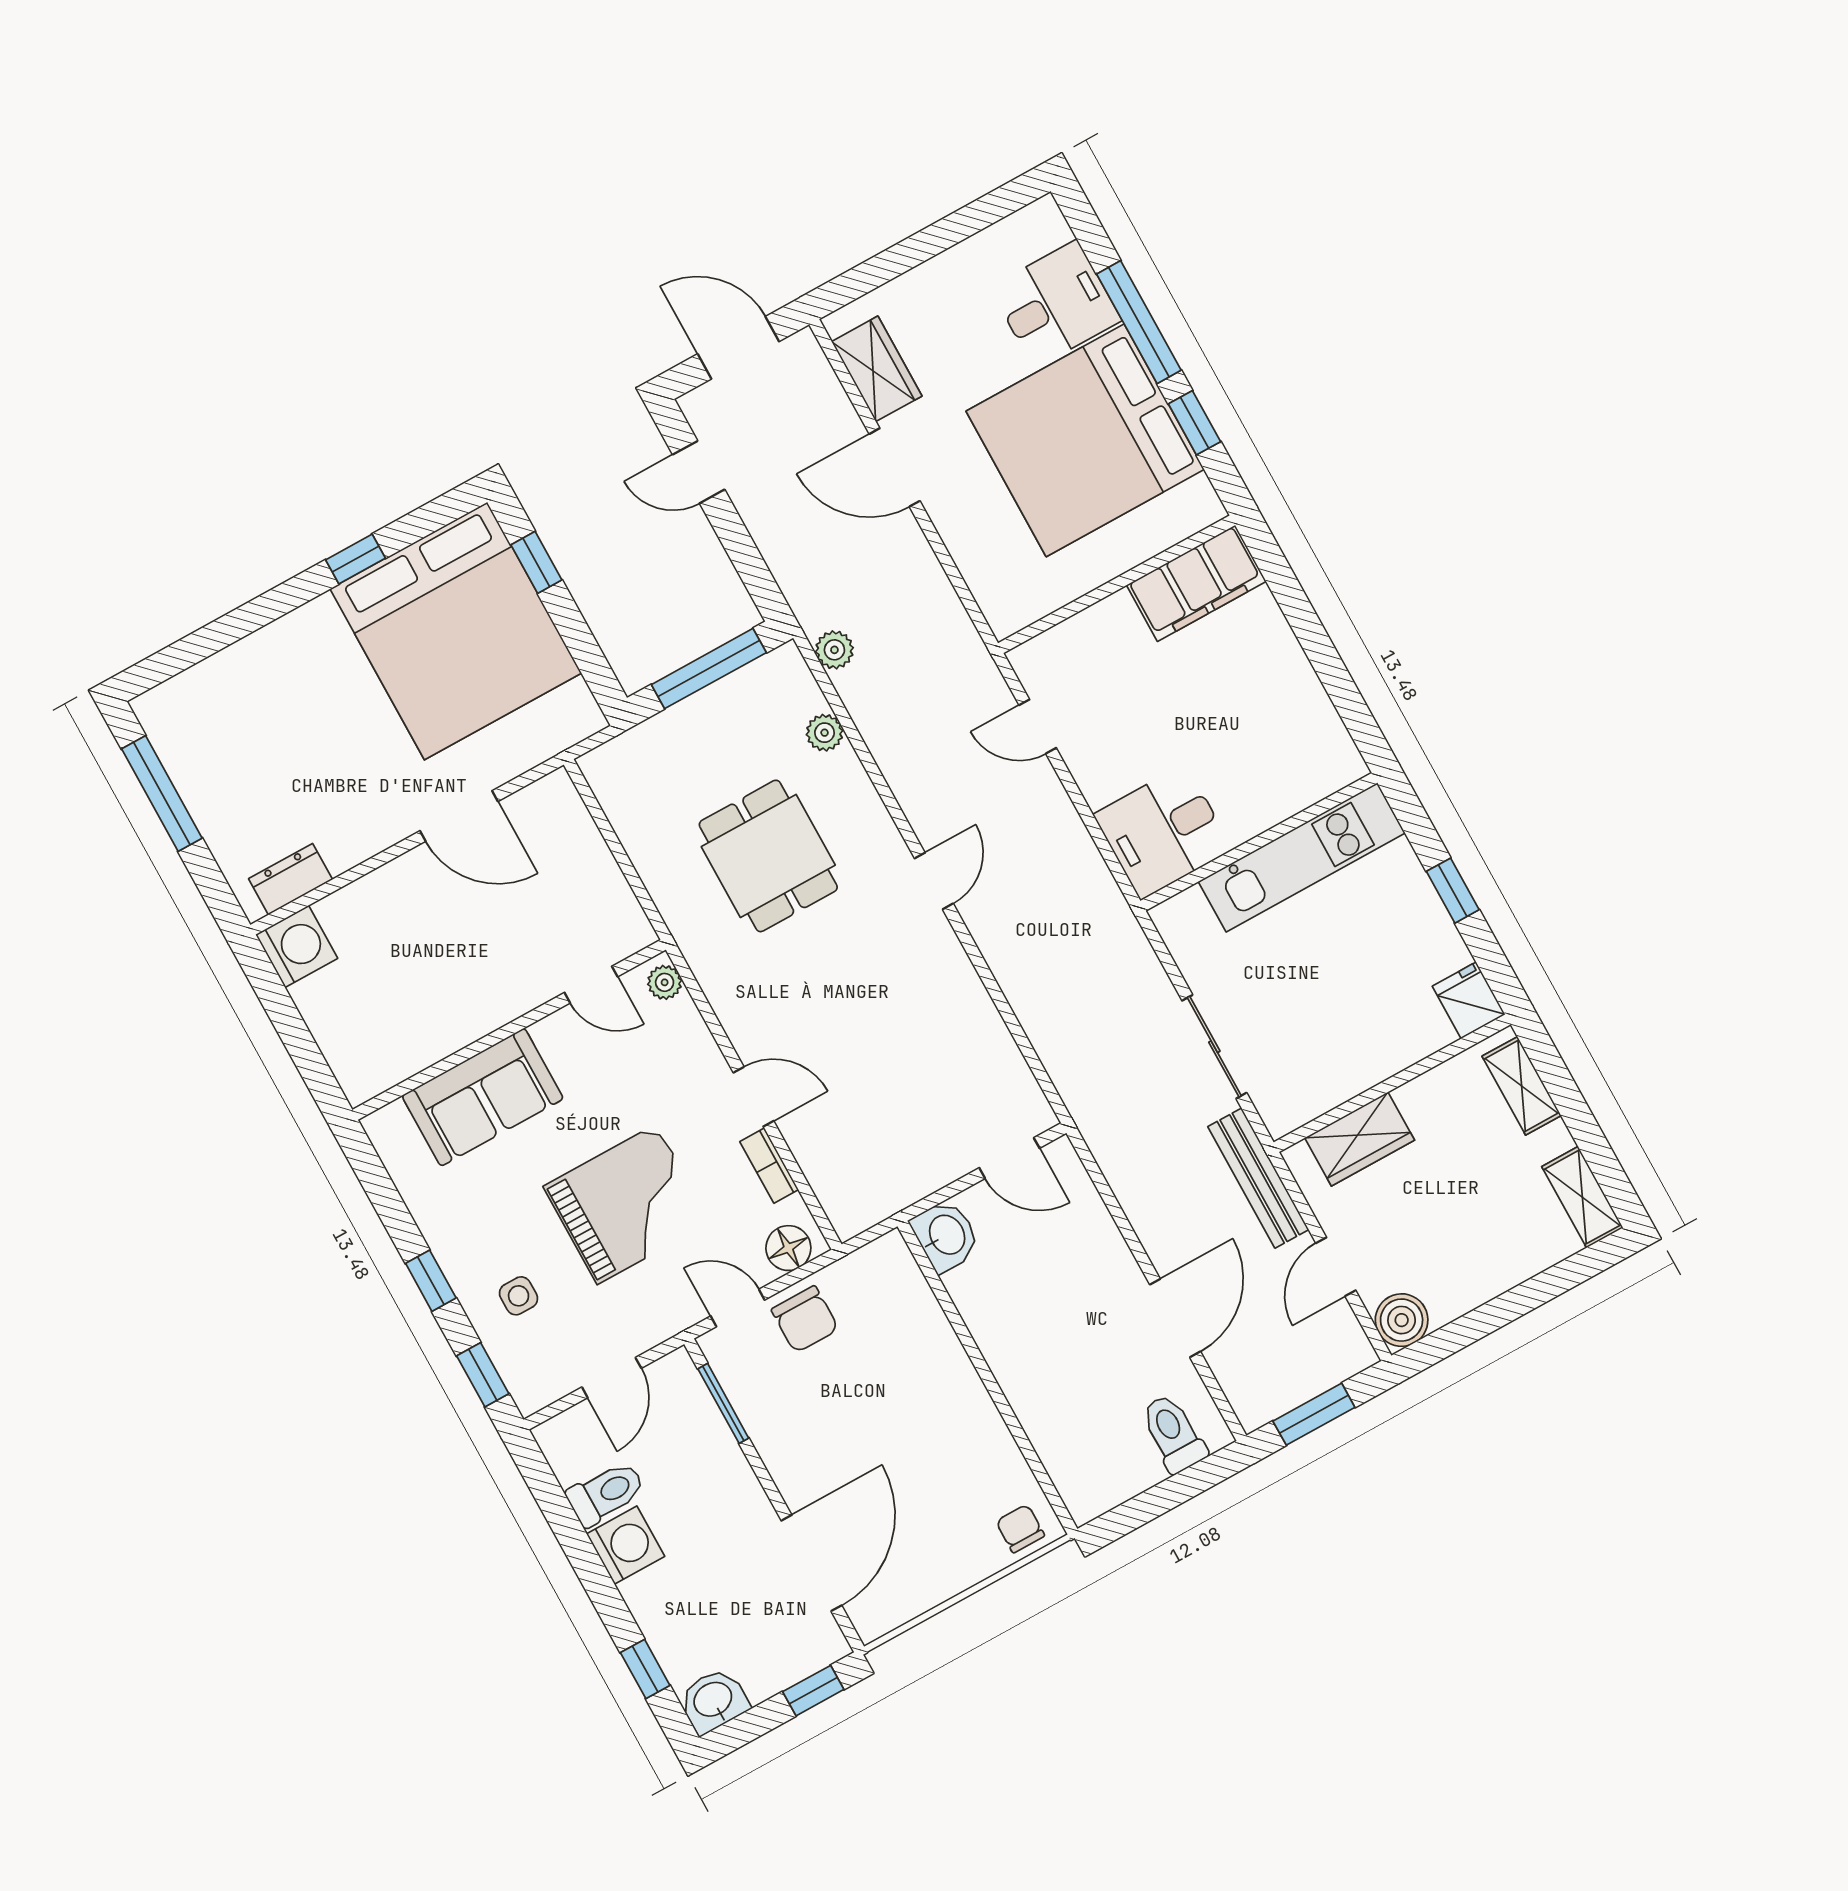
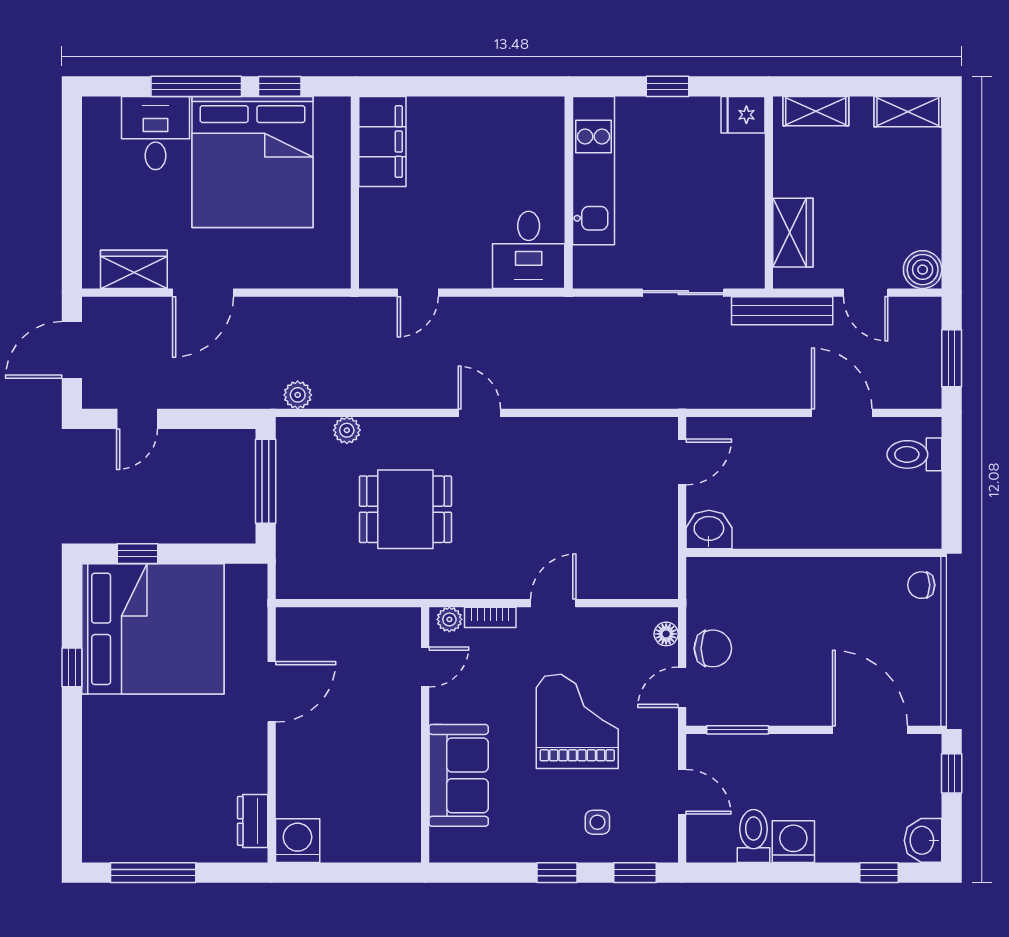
bookcase: (769, 1166) -> (490, 617), moved
floor lamp: (788, 1248) -> (666, 634), width x0.73, depth x0.73

